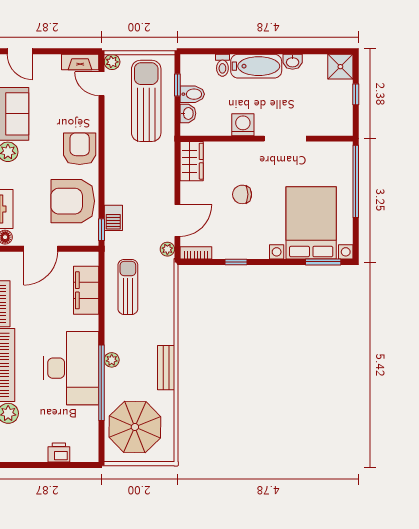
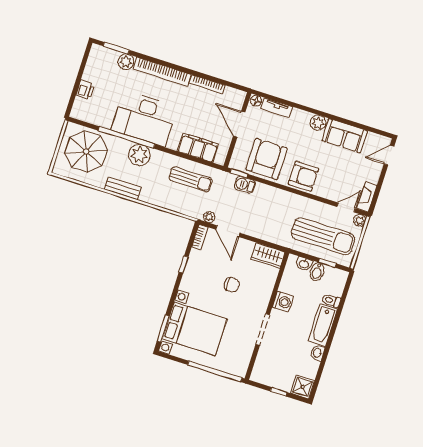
chair: (242, 194) -> (232, 285), turned 90
plant: (112, 360) -> (139, 155), width x1.88, depth x1.88

